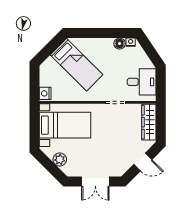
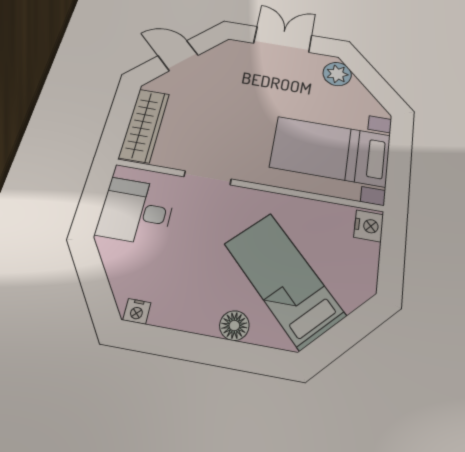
floor lamp: (120, 44) -> (234, 326), moved
plant: (60, 159) -> (337, 74), moved

